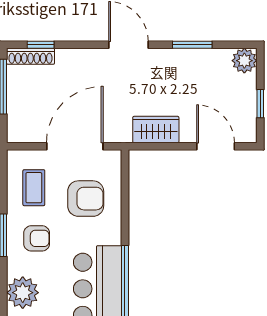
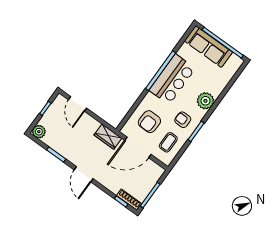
wardrobe: (156, 130) -> (108, 137), moved
armchair: (86, 199) -> (149, 122), turned -88

